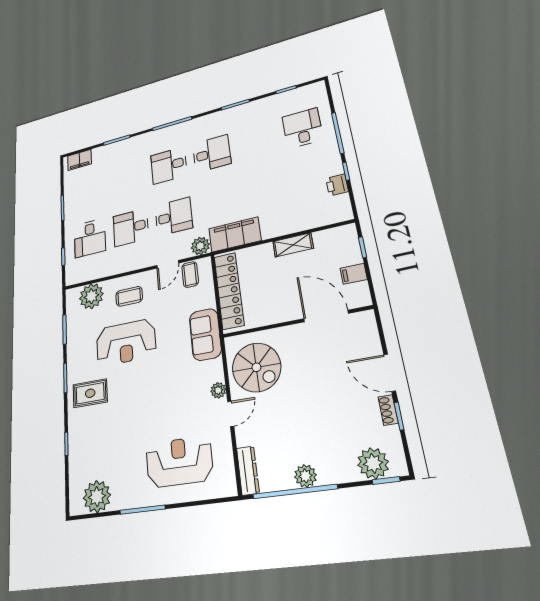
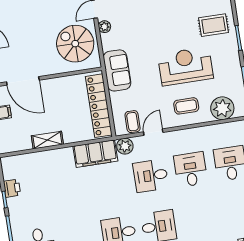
desk: (131, 227) -> (191, 169), turned -90

